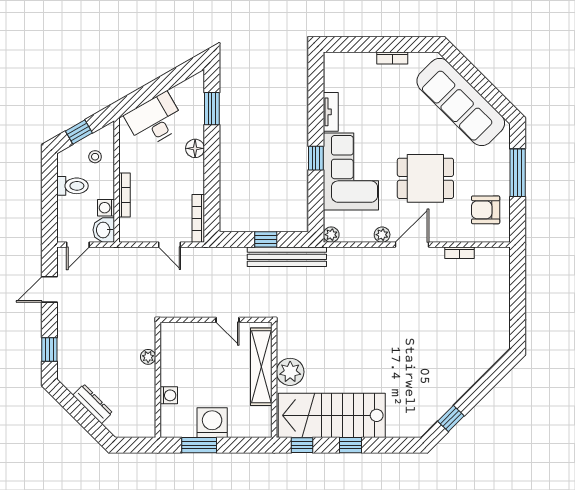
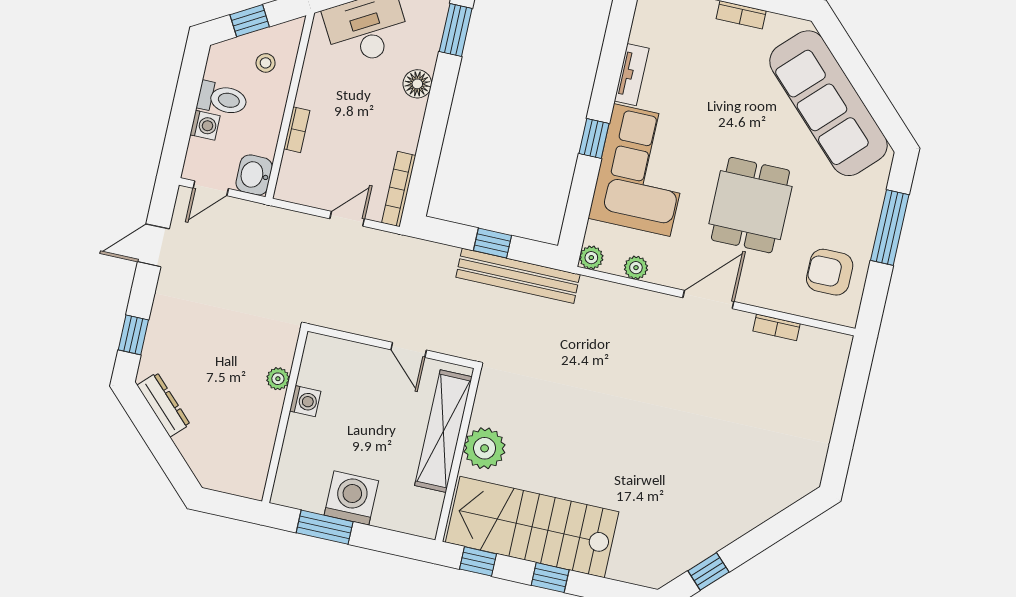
dining table: (425, 178) -> (750, 205), turned 90
bookcase: (124, 195) -> (297, 130), width x0.64
washing machine: (106, 208) -> (205, 125), moved, turned 180
plant: (382, 235) -> (636, 268), moved
door: (170, 245) -> (347, 219), swing flipped
washing machine: (169, 395) -> (305, 401), moved
dresser: (93, 404) -> (164, 405), moved

